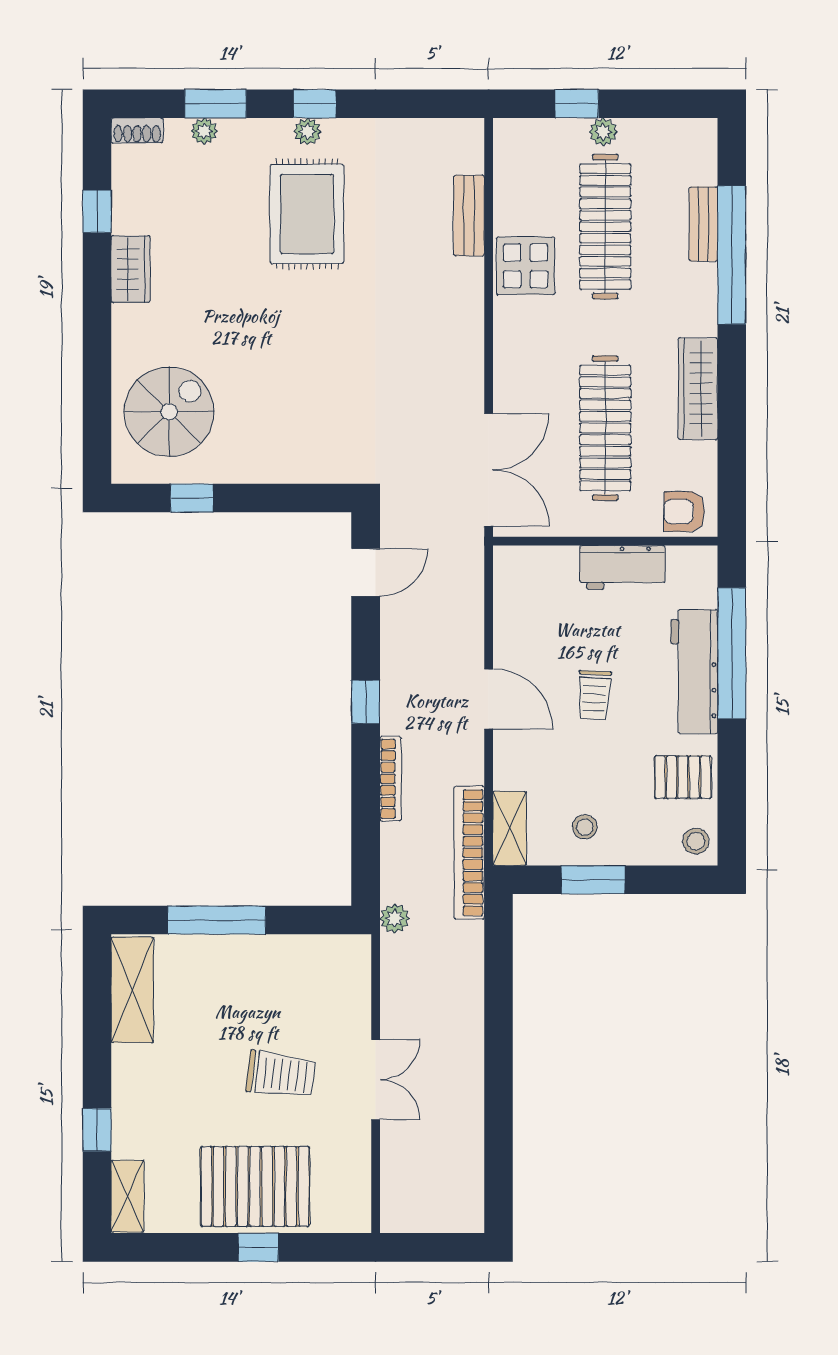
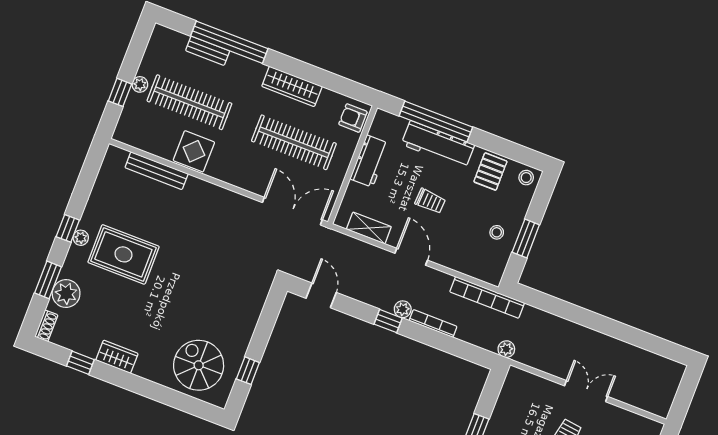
plant: (204, 131) -> (66, 294), width x1.88, depth x1.88
bench: (469, 216) -> (157, 171), width x1.36
armchair: (684, 512) -> (353, 118), turned 90
door: (489, 699) -> (411, 257), hinge flipped
plant: (395, 719) -> (403, 309), added
shelving: (510, 828) -> (369, 228), moved

